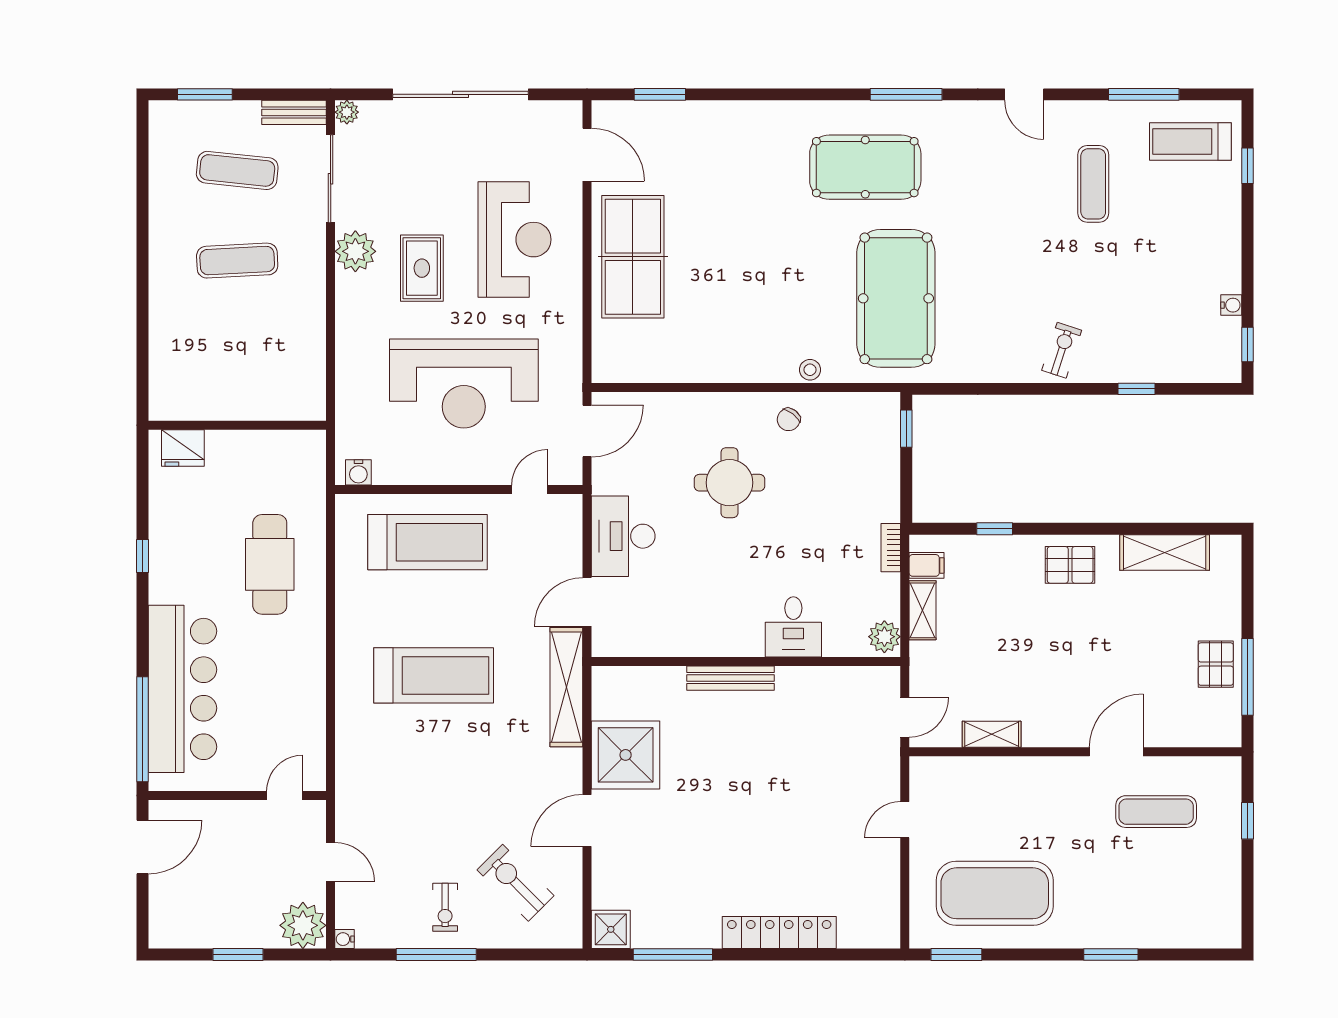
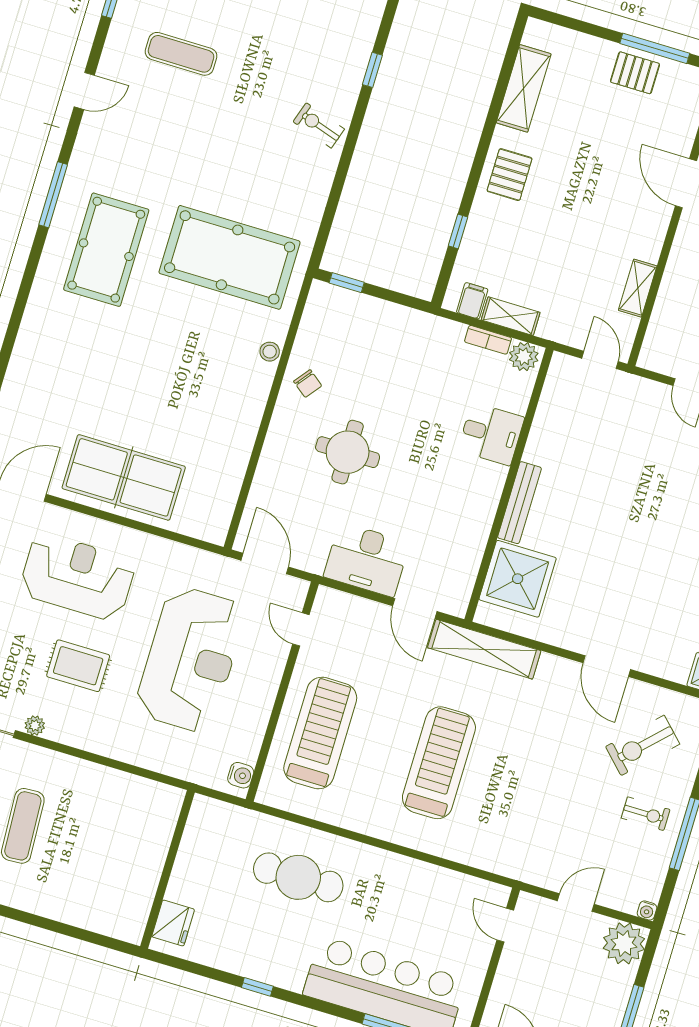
plant: (355, 251) -> (35, 726), width x0.53, depth x0.53
bookcase: (891, 548) -> (488, 340), moved
shower: (626, 755) -> (518, 579), moved

